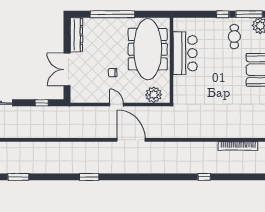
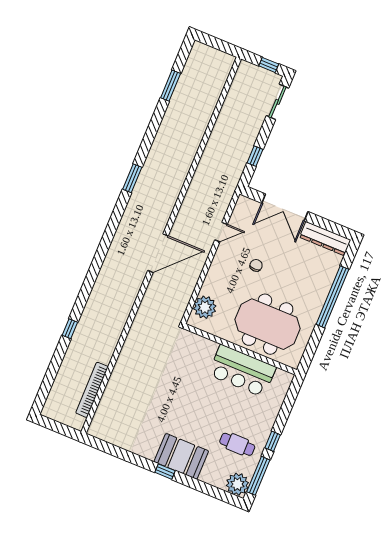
meeting table: (148, 49) -> (268, 324), width x0.73
double door: (67, 70) -> (285, 207), swing flipped
door: (116, 104) -> (221, 232), moved

